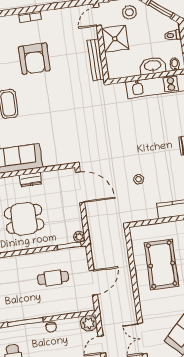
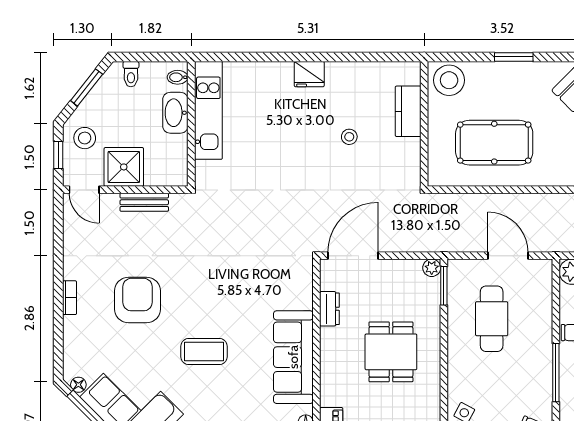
armchair: (34, 59) -> (138, 300), turned -90
bench: (96, 60) -> (144, 202), width x0.73
dresser: (31, 179) -> (329, 309), moved
stool: (139, 179) -> (349, 137), moved
cafe table: (53, 278) -> (492, 319), width x1.37, depth x1.35

